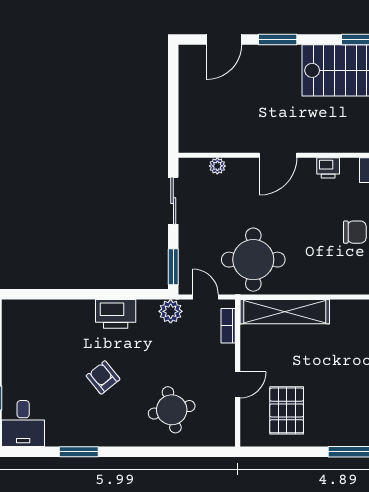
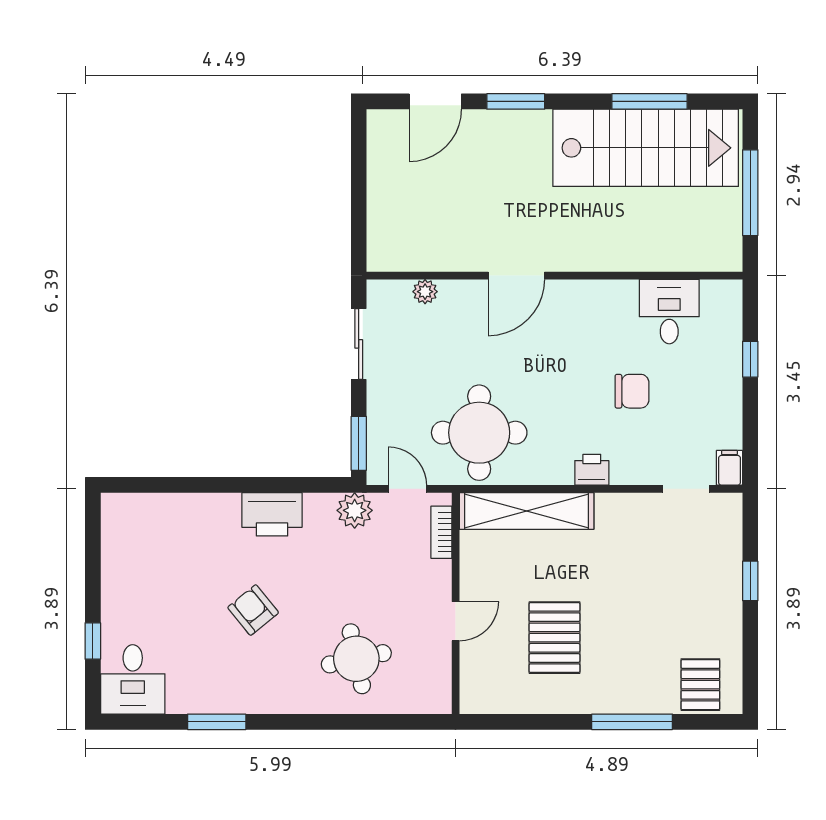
printer: (328, 168) -> (592, 470), moved, turned 180
pallet: (287, 410) -> (554, 638), moved

